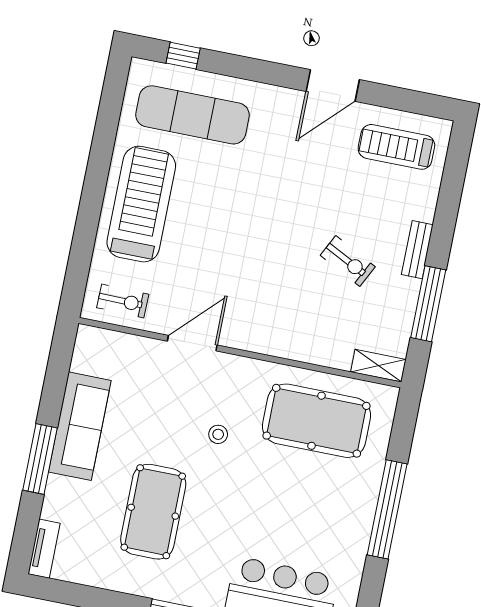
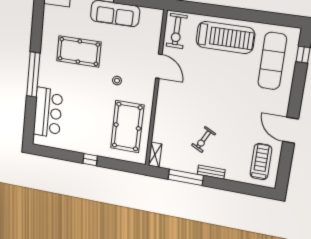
exercise bike: (123, 301) -> (177, 31), width x1.38, depth x1.39
window: (387, 509) -> (90, 160), width x0.32

